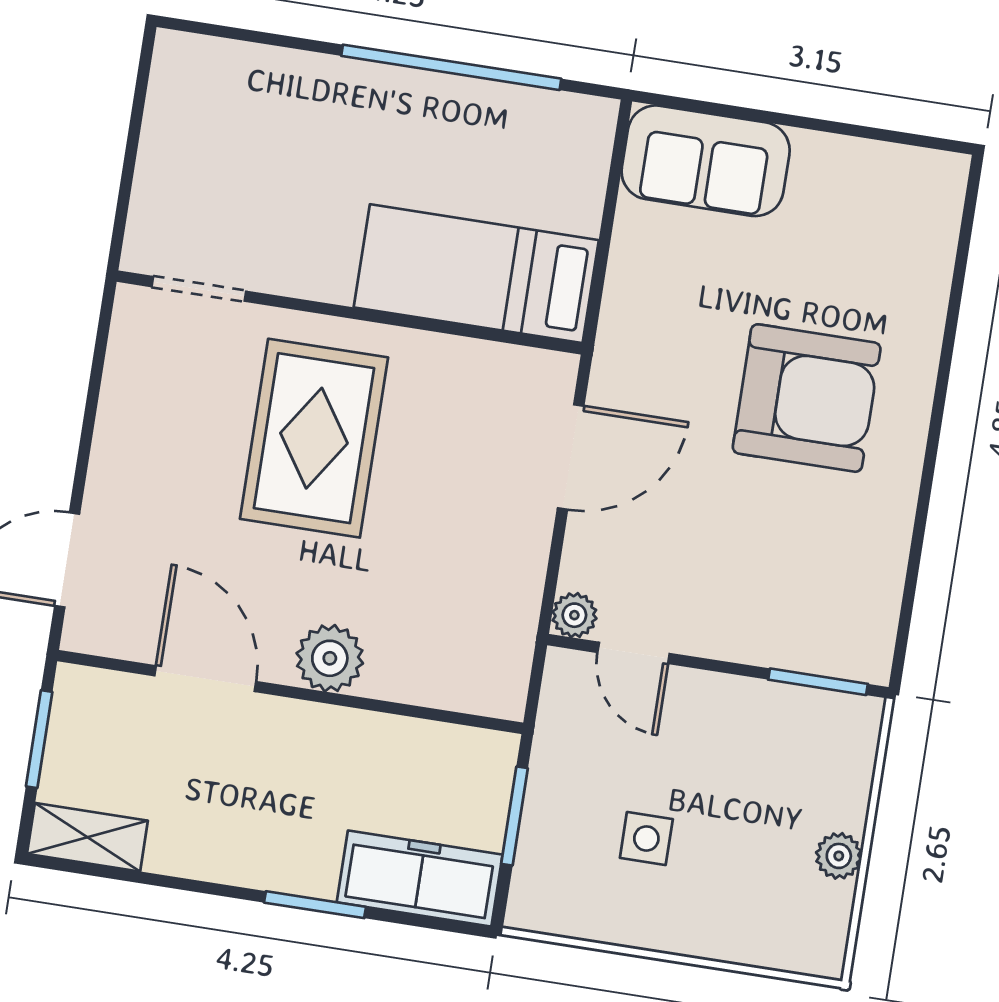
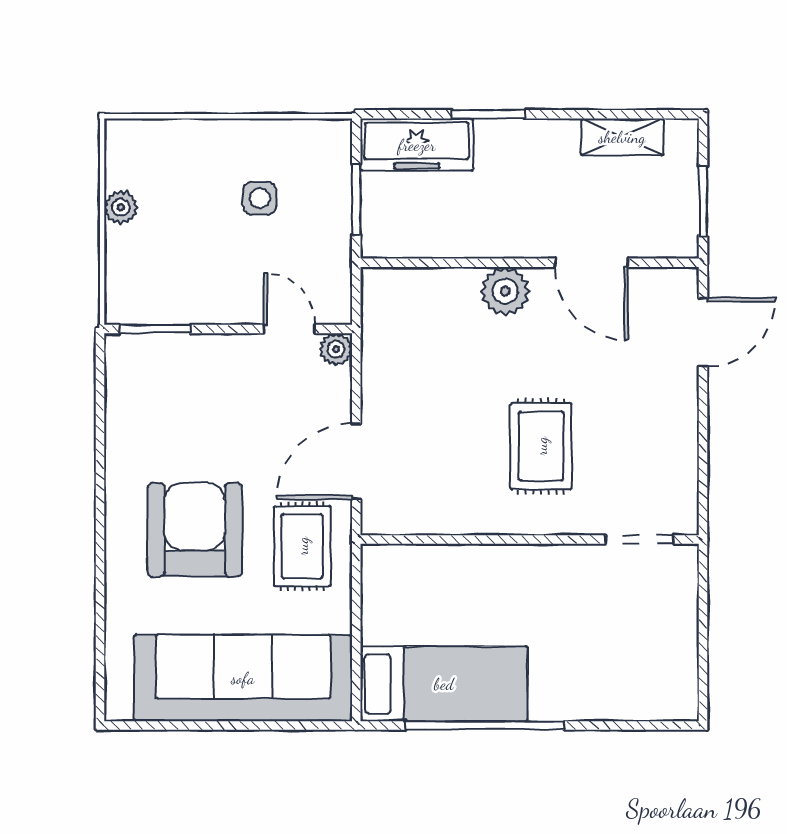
sofa: (706, 161) -> (243, 678), width x1.85, depth x1.27
bed: (476, 274) -> (444, 684), moved
rug: (663, 352) -> (302, 546), added
armchair: (807, 398) -> (195, 530), turned 90
rug: (314, 438) -> (541, 446), width x0.73, depth x0.70
shelving: (87, 837) -> (622, 137), moved

